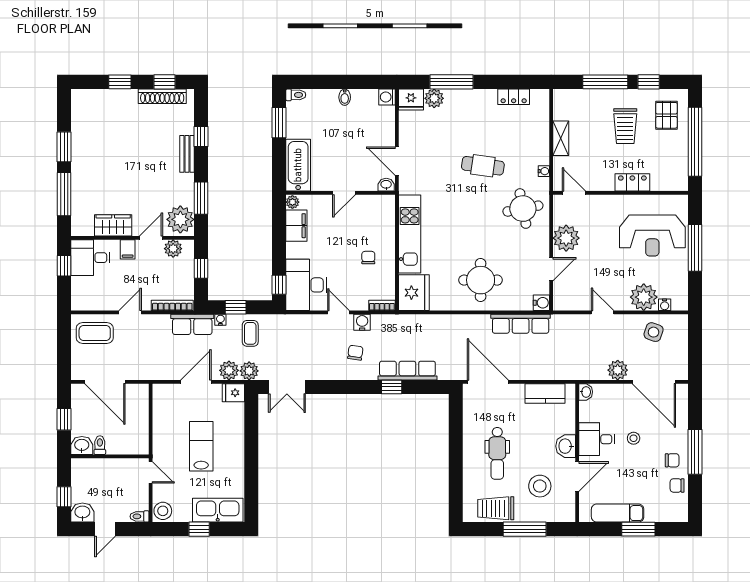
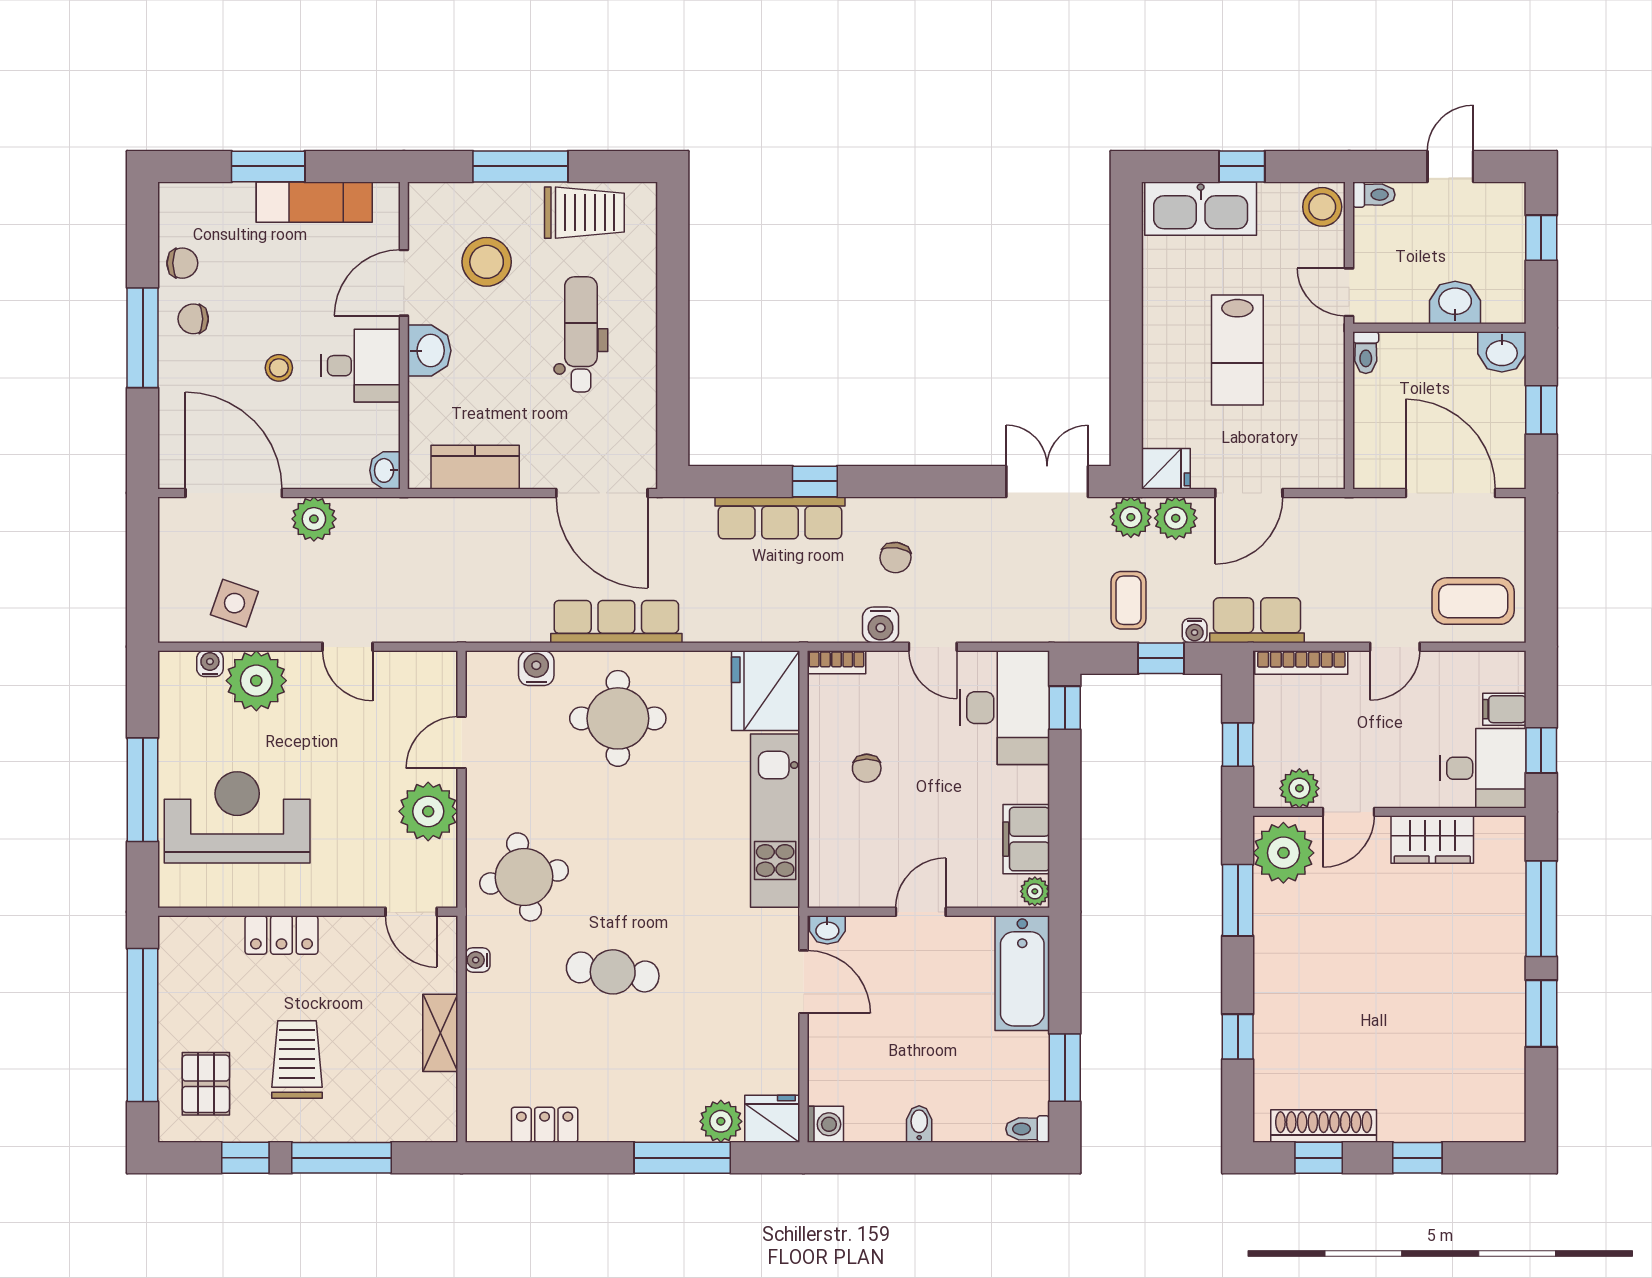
bench: (187, 154) -> (1269, 998), removed
filing cabinet: (128, 249) -> (1504, 709), moved, turned -90
water cooler: (541, 303) -> (536, 668), moved, turned 90
row of seats: (521, 324) -> (616, 622), moved
toilet: (100, 445) -> (1366, 353), moved
washbasin: (82, 513) -> (1455, 303), moved, turned 180

